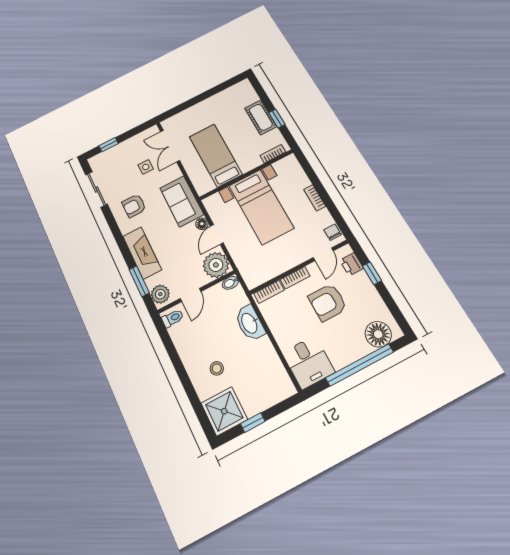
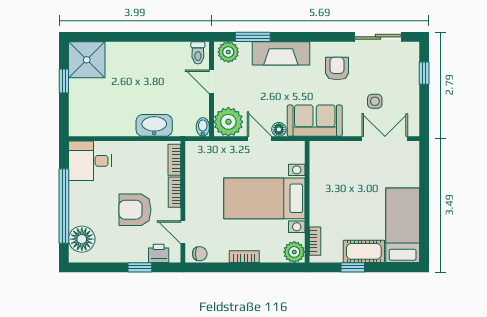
bed: (216, 155) -> (403, 225), moved, turned -90
plant: (290, 164) -> (294, 252), added
armchair: (328, 302) -> (135, 210), turned -90
stool: (217, 368) -> (128, 72), removed

